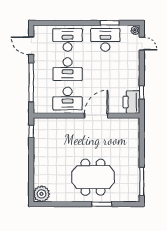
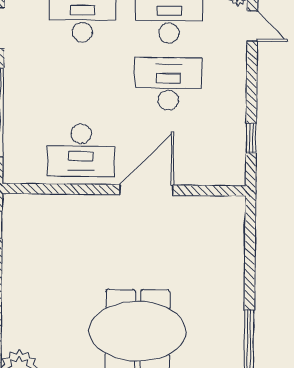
desk: (68, 69) -> (168, 84), moved, turned 180
printer: (131, 102) -> (227, 160), removed

